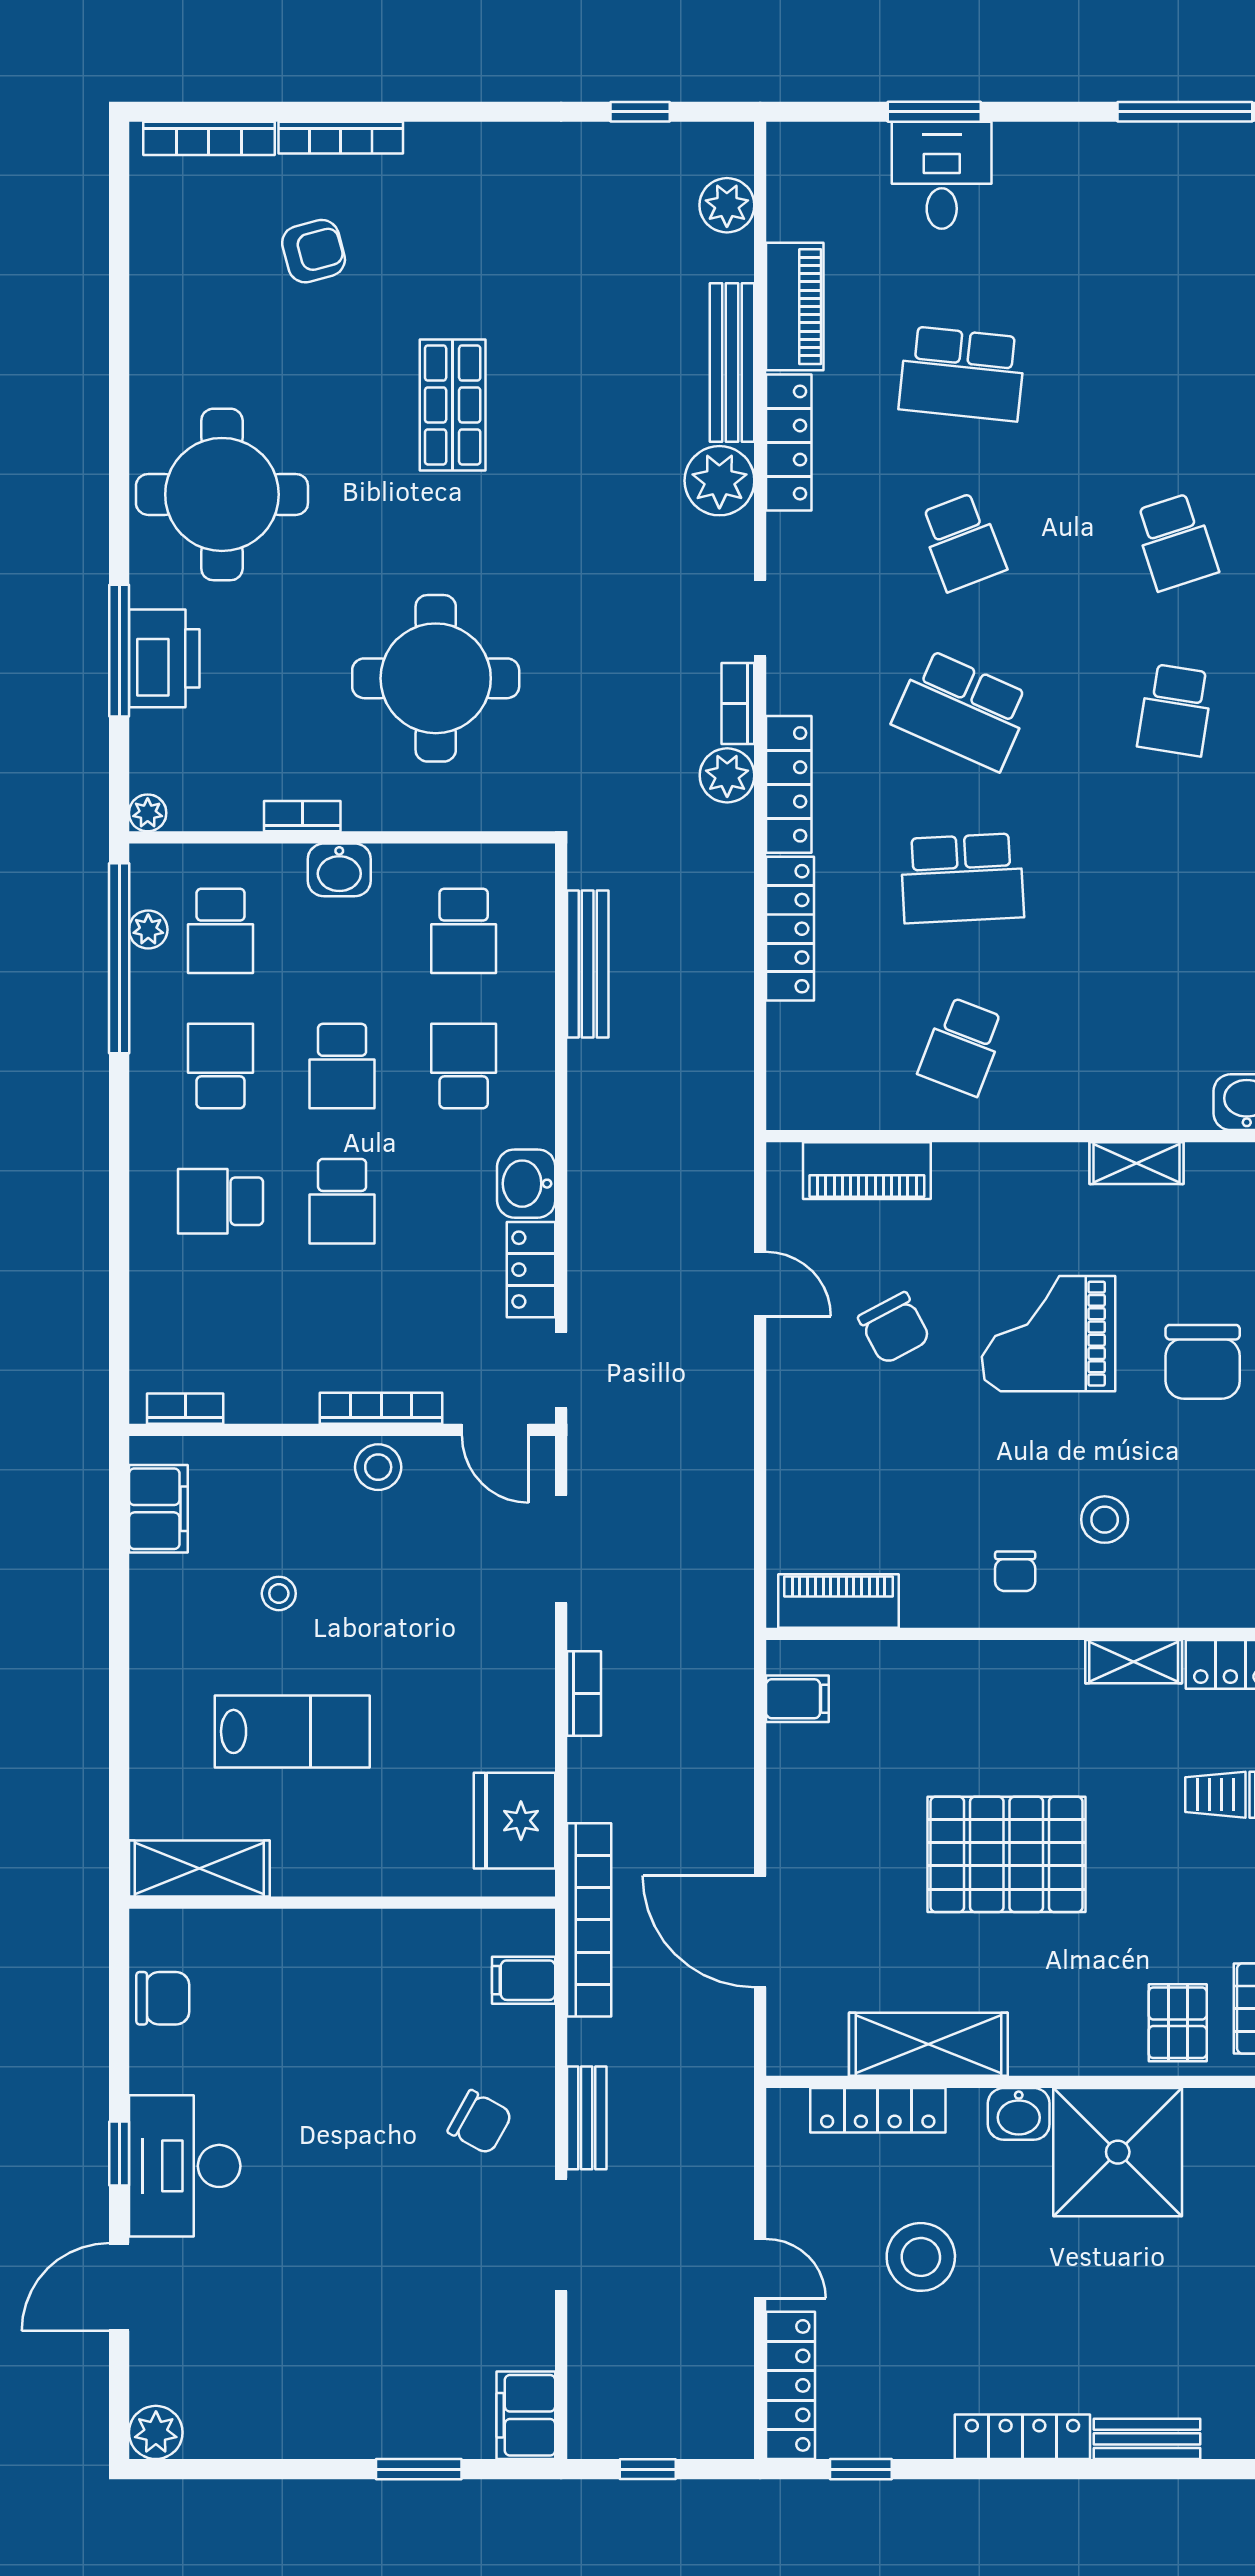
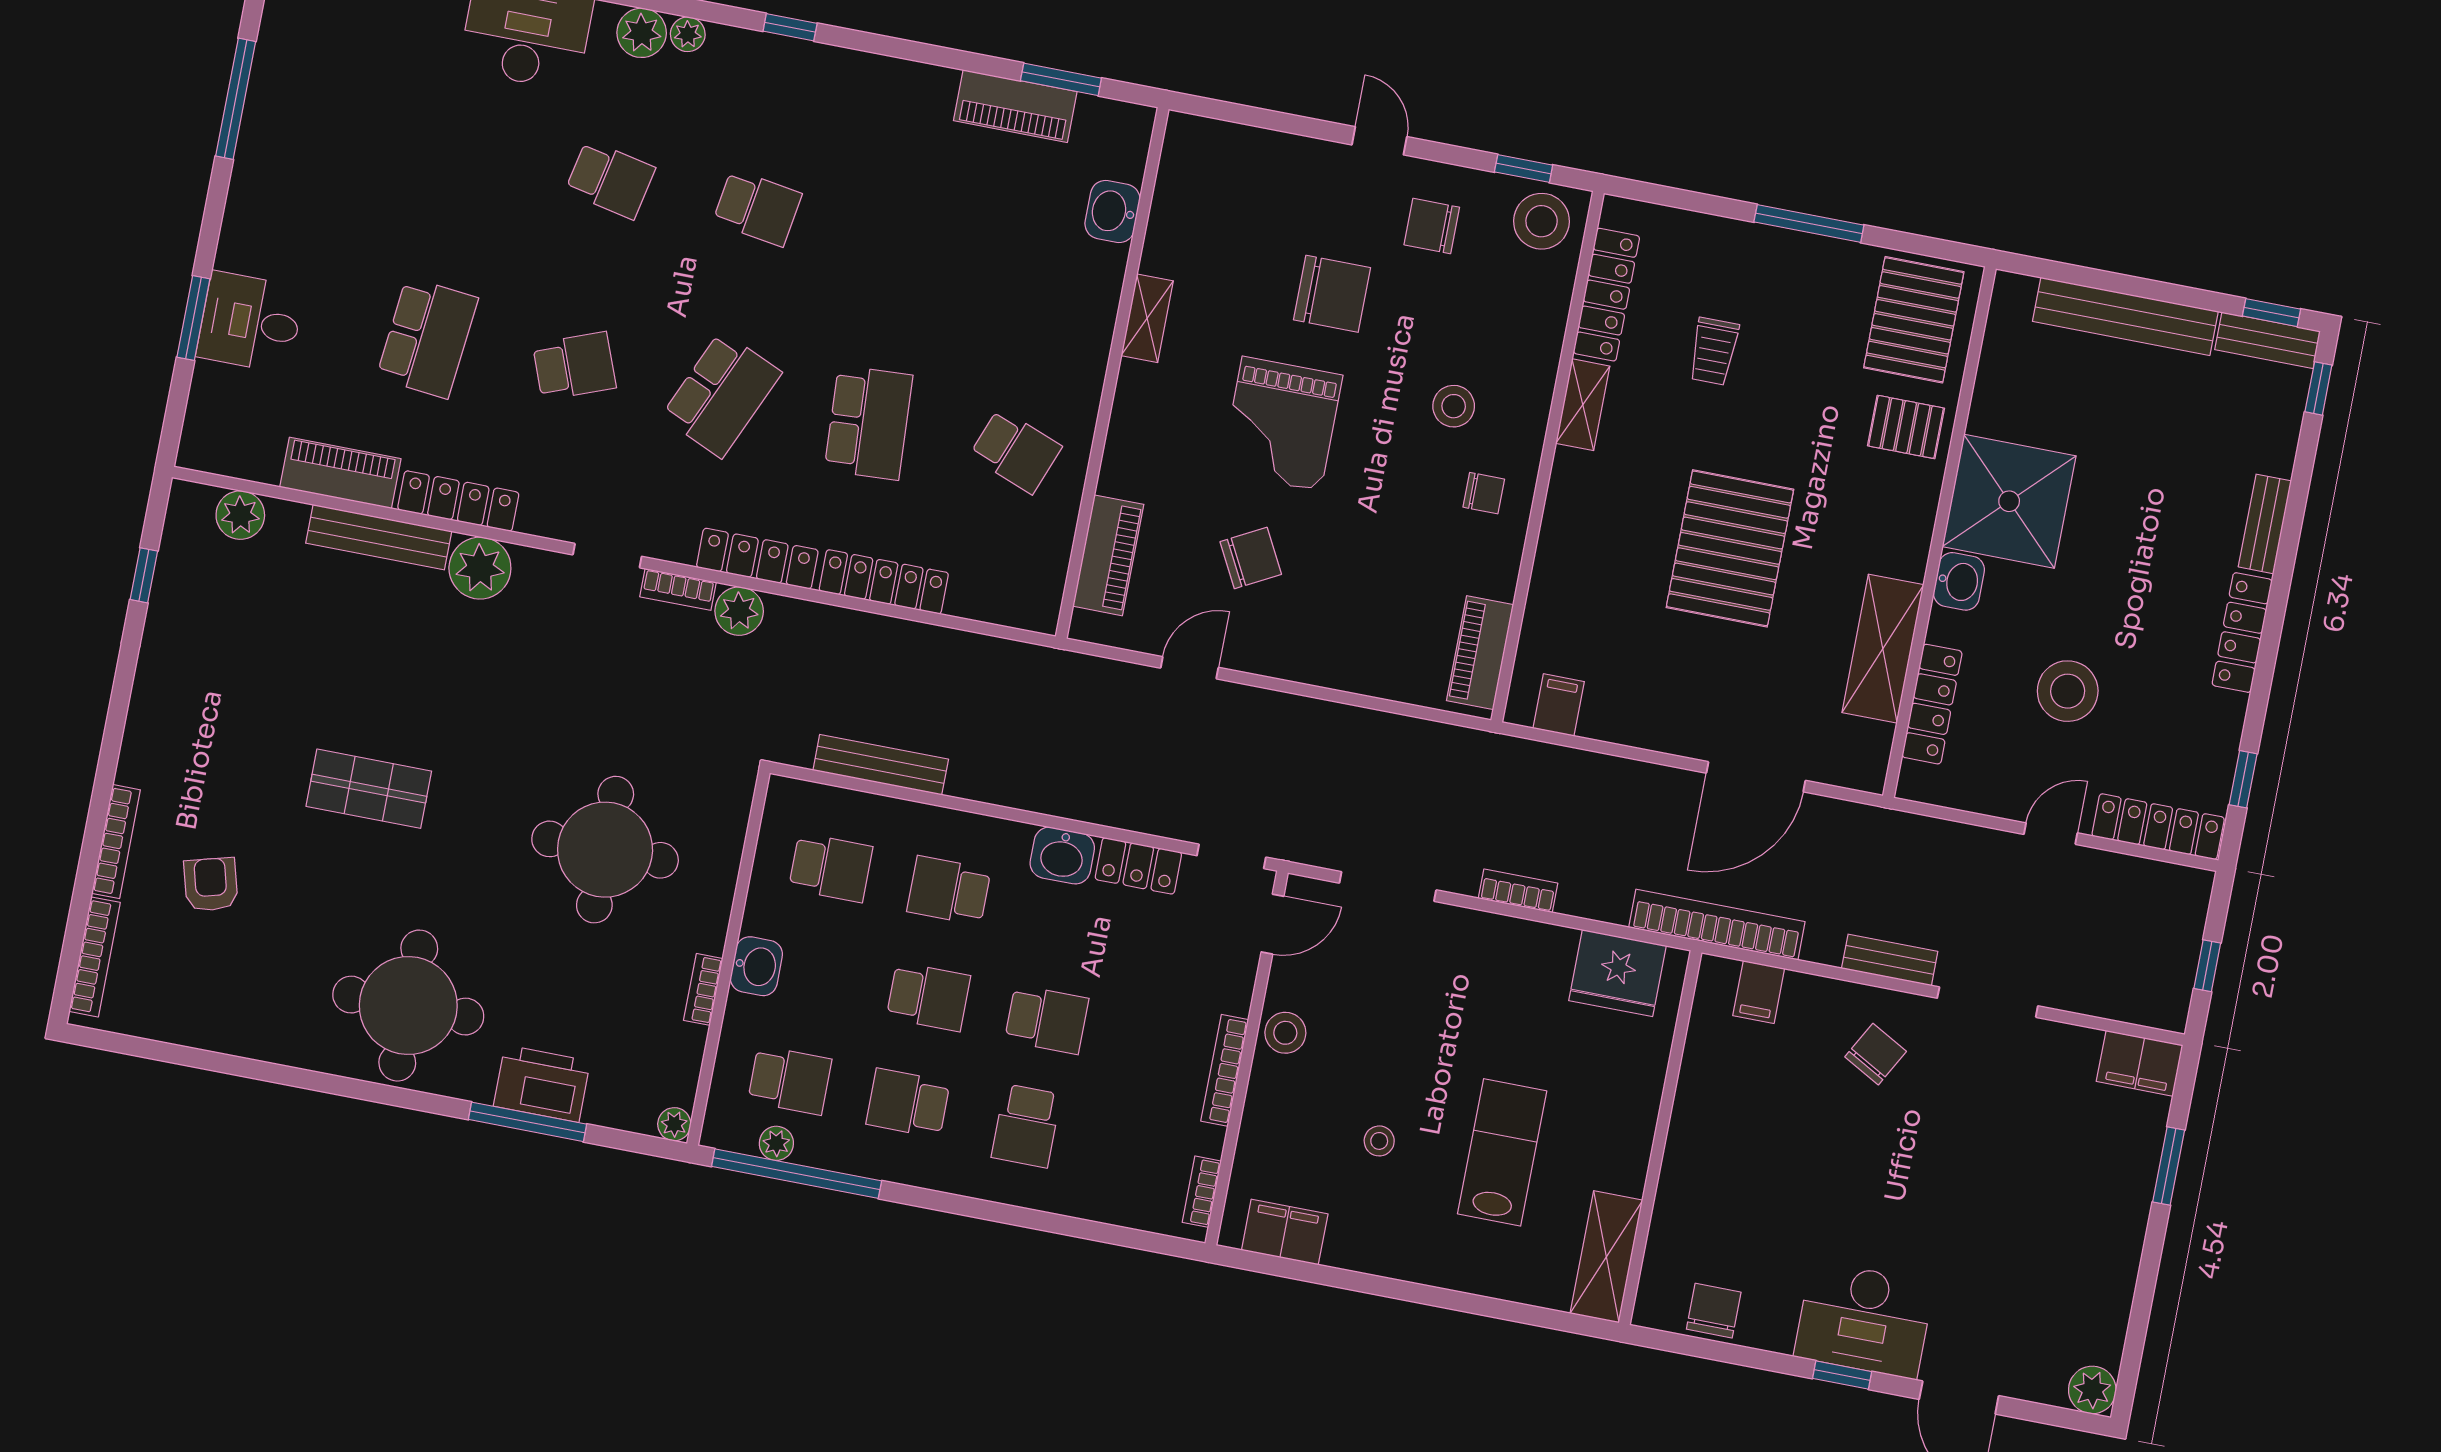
school desk: (1175, 542) -> (610, 179), turned 30
bookcase: (381, 1408) -> (1225, 1070), moved

